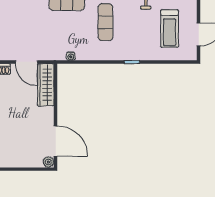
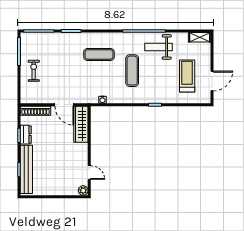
treadmill: (170, 29) -> (187, 76), turned 180
door: (56, 141) -> (89, 173), width x0.53

